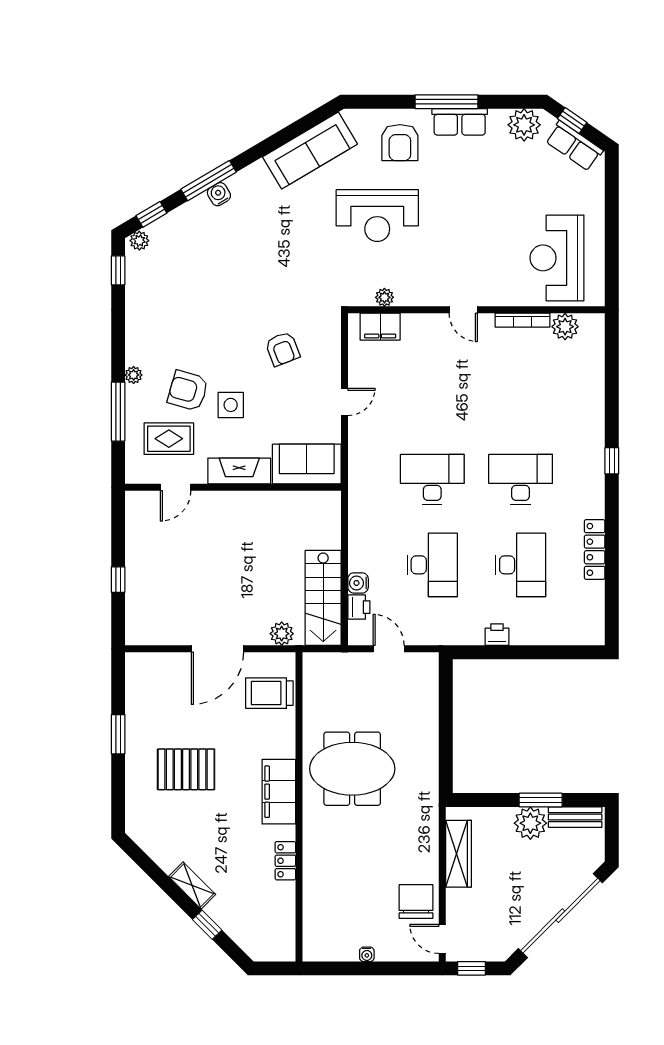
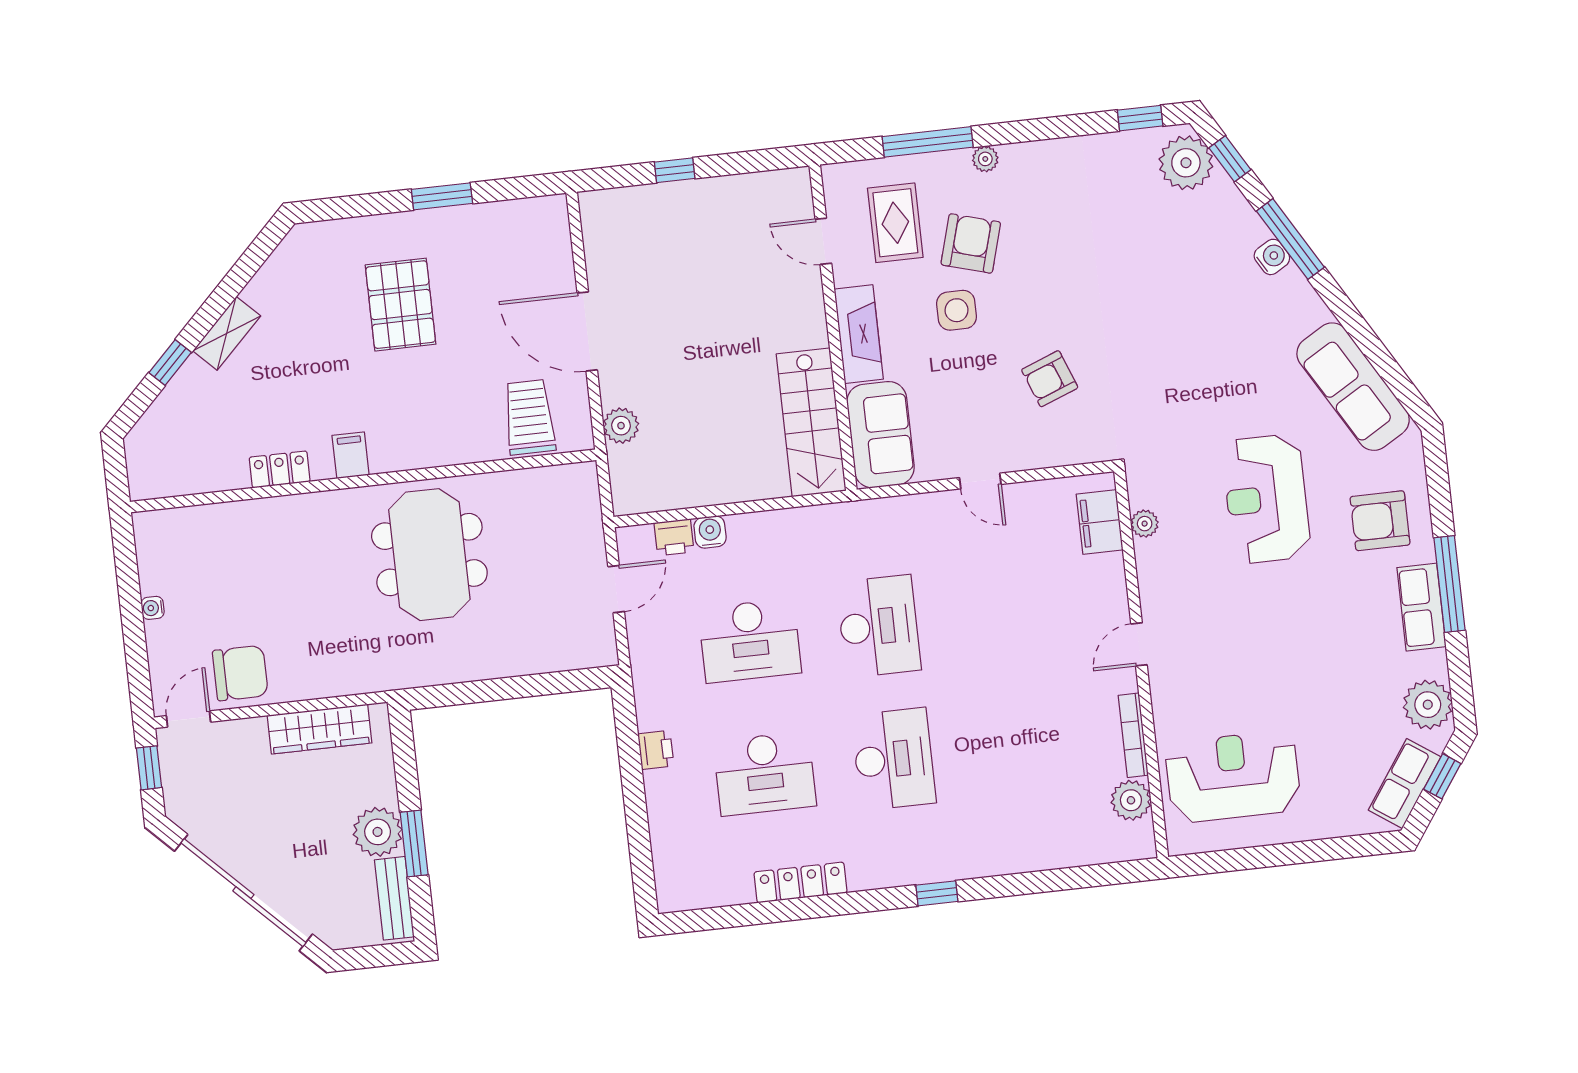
plant: (139, 241) -> (1186, 163), width x1.87, depth x1.87
stairs: (323, 598) -> (811, 422), moved, turned -90
filing cabinet: (279, 792) -> (351, 455), width x0.33, depth x0.86

